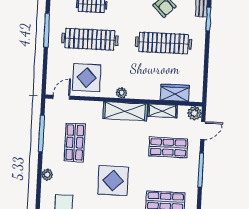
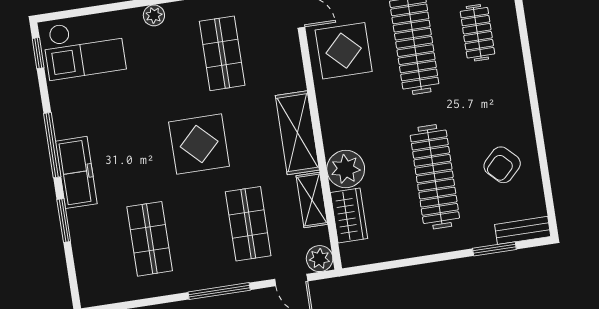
plant: (122, 93) -> (346, 169), moved, width x1.88, depth x1.88
shop shelf: (75, 143) -> (222, 53), turned 90
display table: (113, 180) -> (199, 144), moved

